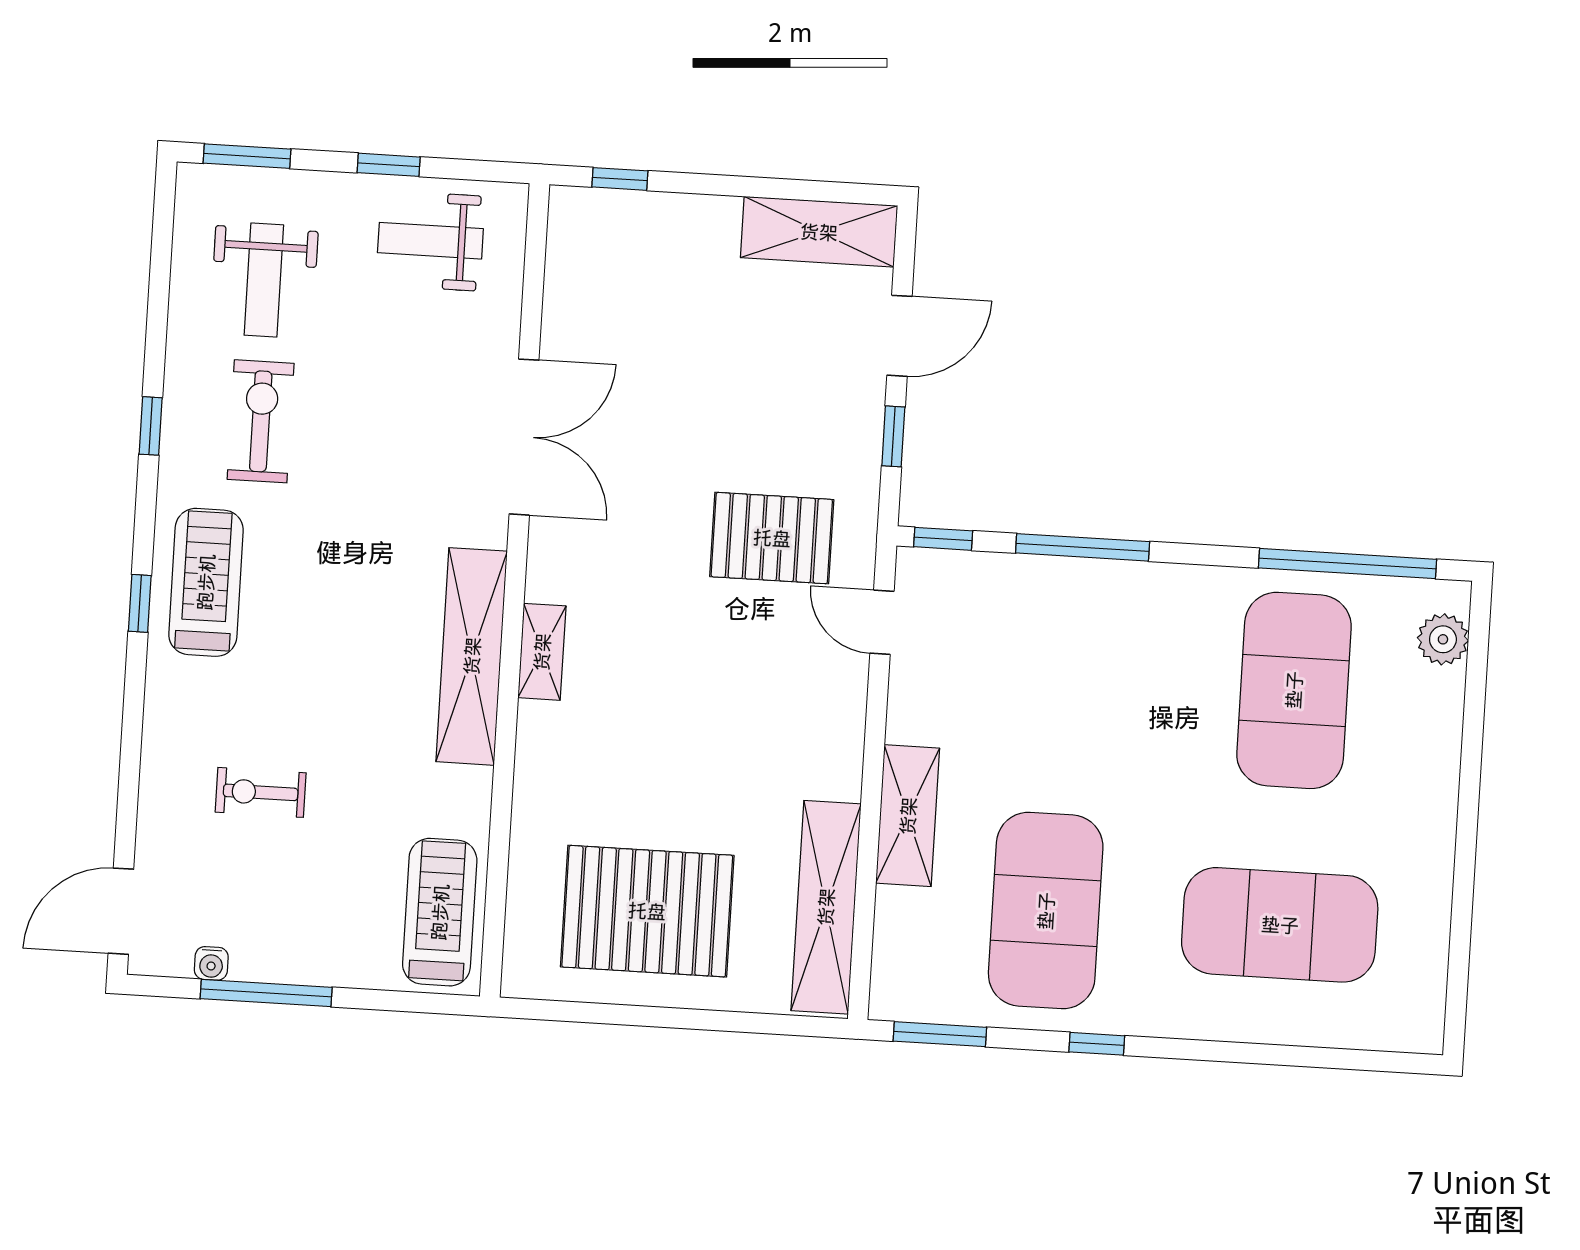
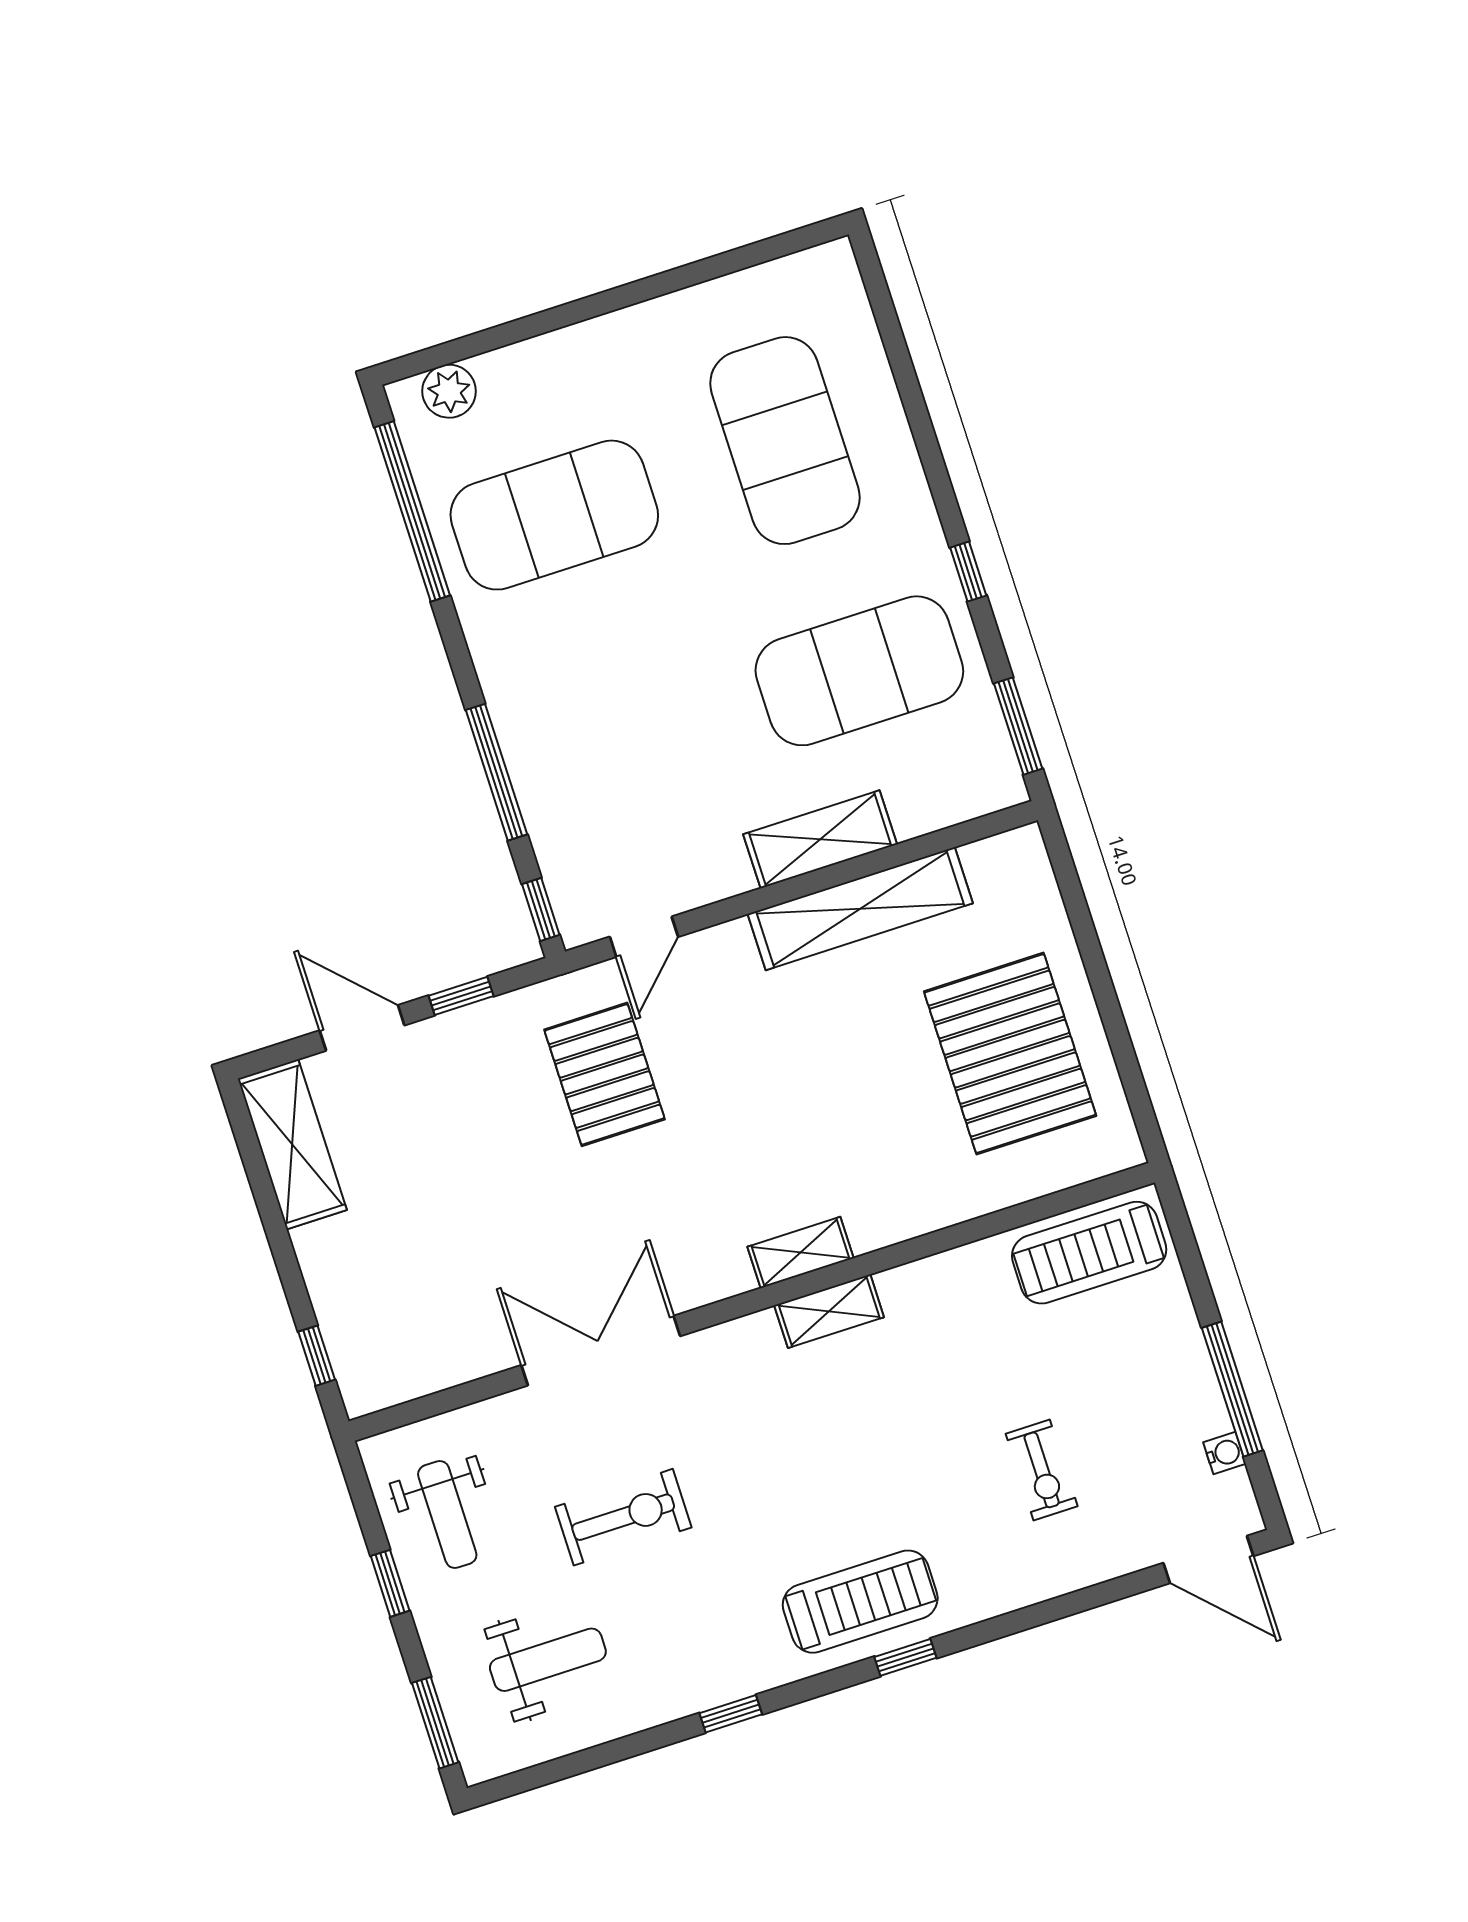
exercise bike: (261, 421) -> (623, 1517), moved, turned 180
treadmill: (206, 582) -> (860, 1602), turned 180
shelving: (472, 656) -> (829, 1311), width x0.45, depth x0.75
shelving: (826, 907) -> (860, 909), moved

